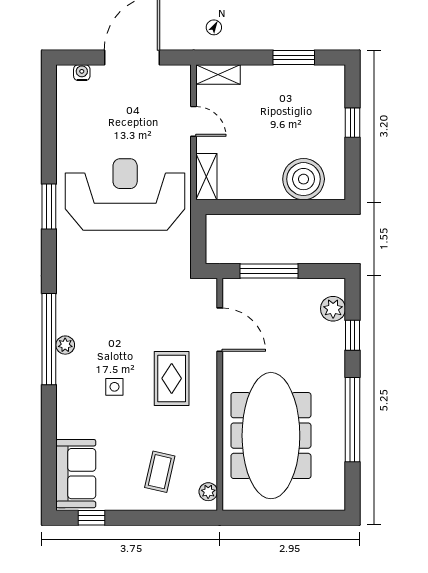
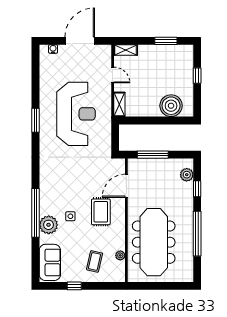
reception desk: (125, 194) -> (76, 114), turned 90
door: (220, 330) -> (126, 186), swing flipped
window: (49, 339) -> (36, 213), moved
plant: (65, 345) -> (49, 225), moved, width x1.87, depth x1.87
plant: (208, 492) -> (120, 255), moved
window: (92, 518) -> (74, 286), moved

